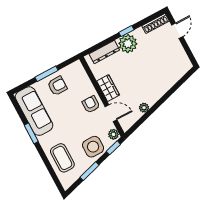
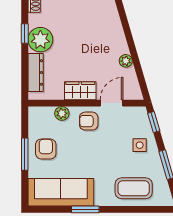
plant: (113, 134) -> (62, 113), moved
side table: (93, 147) -> (140, 145), width x0.54, depth x0.54

